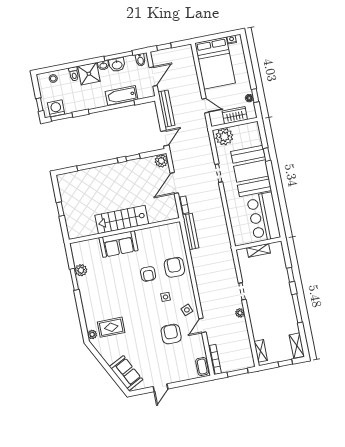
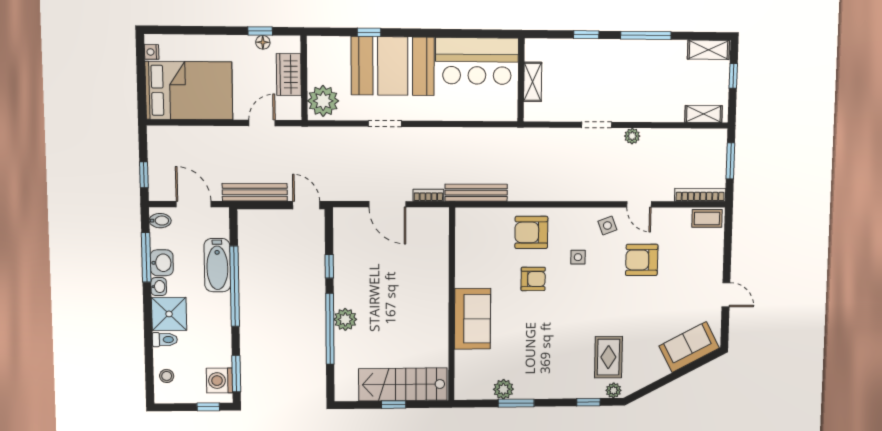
plant: (161, 161) -> (345, 319), moved
stairs: (122, 220) -> (403, 384), moved, turned 90
window: (83, 321) -> (588, 402), added

